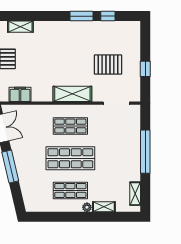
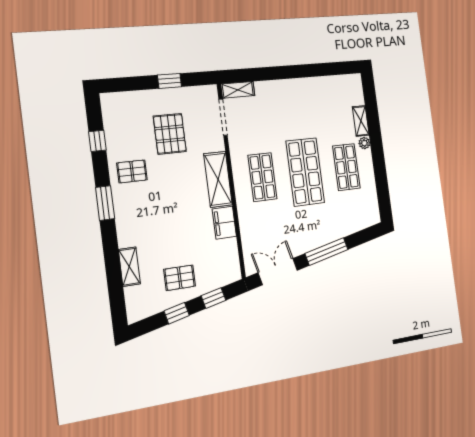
window: (81, 16) -> (105, 203), moved
pallet: (85, 36) -> (132, 171), added
filing cabinet: (20, 94) -> (224, 223), moved
window: (145, 152) -> (283, 72), removed
shelving: (135, 194) -> (238, 90), moved

